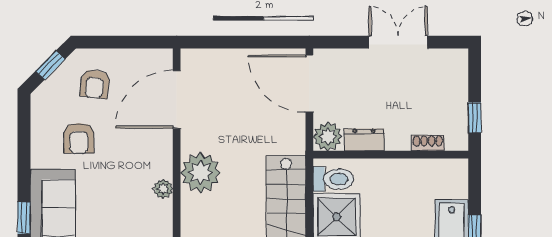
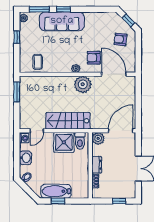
window: (475, 118) -> (119, 201), moved
armchair: (79, 138) -> (94, 58), moved
dresser: (364, 140) -> (97, 165), moved

